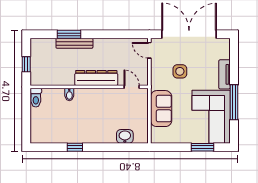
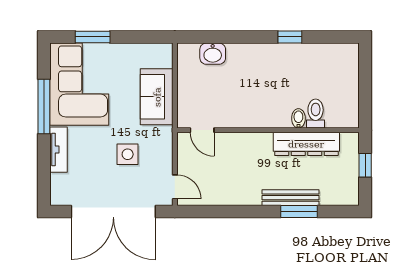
dresser: (96, 78) -> (306, 144), moved
toilet: (36, 98) -> (316, 114), moved

